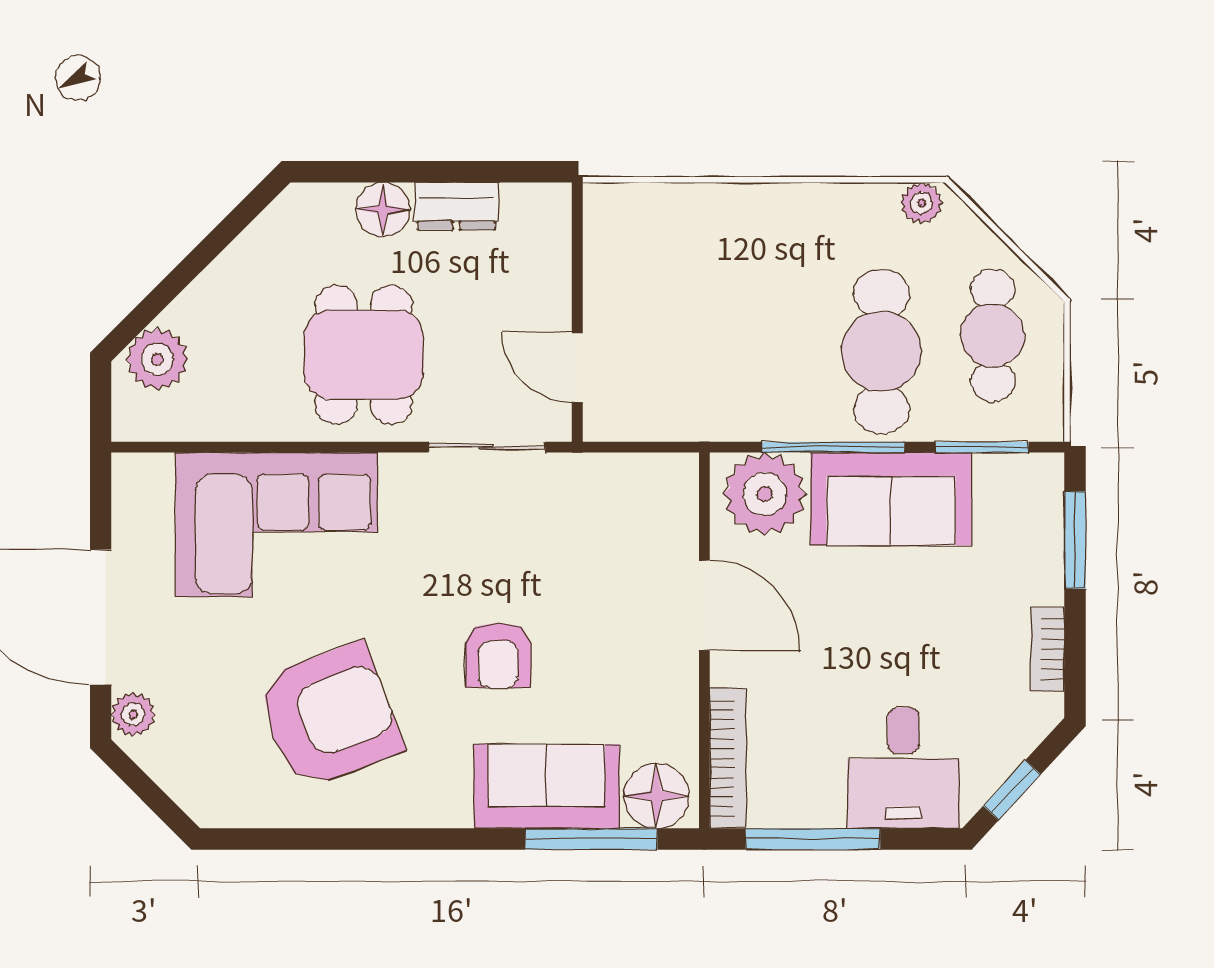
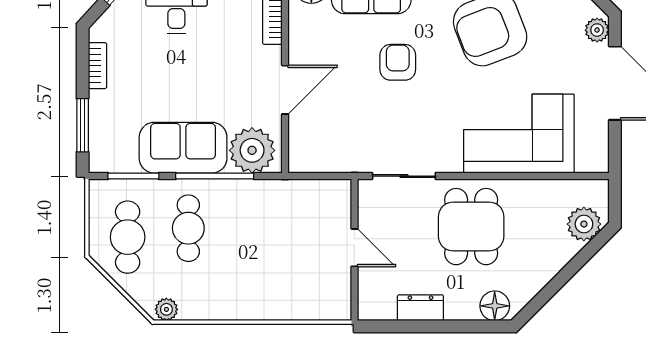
floor lamp: (383, 209) -> (495, 306), moved
cafe table: (881, 352) -> (188, 228), width x0.73, depth x0.74
door: (577, 367) -> (354, 248), moved
door: (704, 605) -> (285, 90), swing flipped

